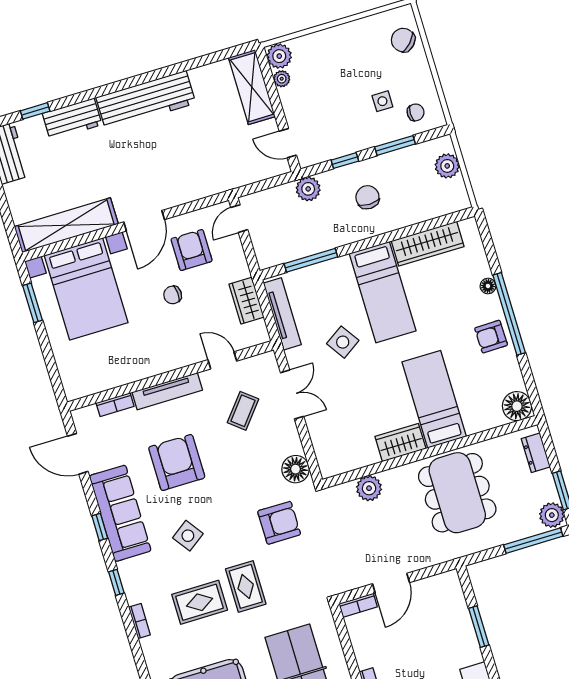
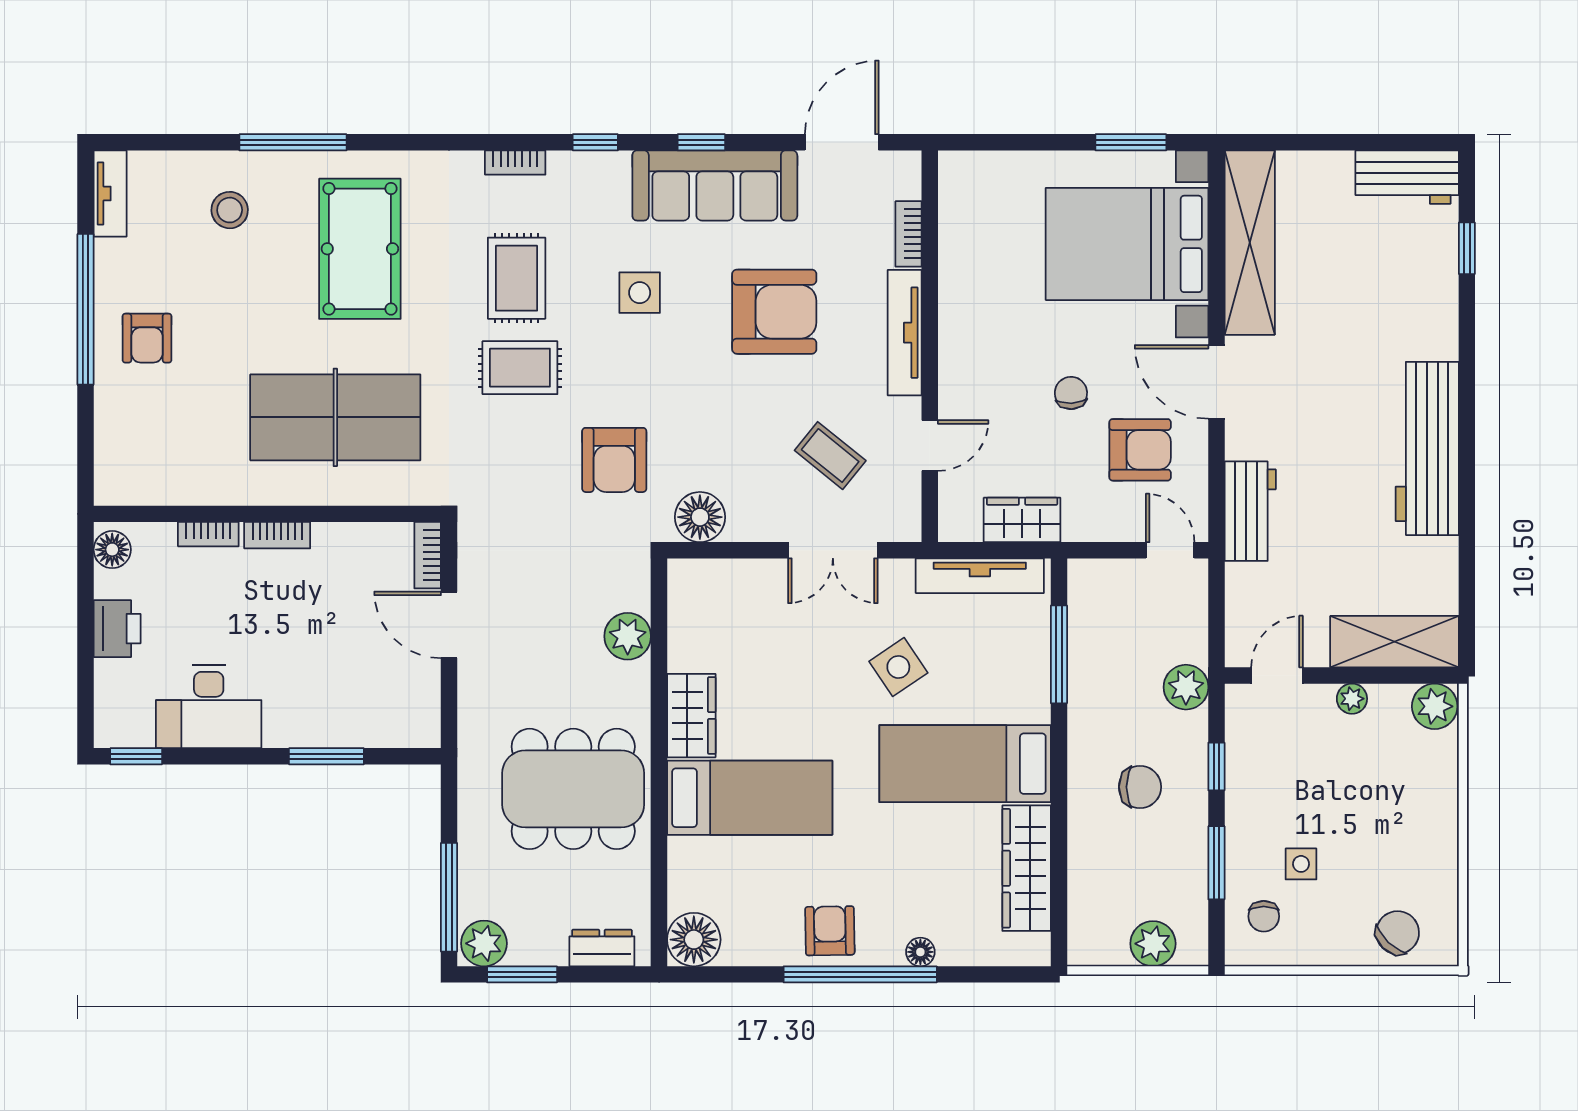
plant: (282, 79) -> (1352, 699), moved
workbench: (72, 119) -> (1250, 511), moved, turned 180
side table: (188, 536) -> (640, 293), turned 36

